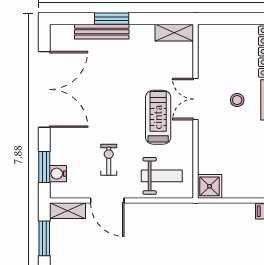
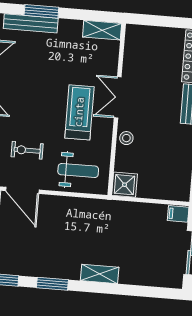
stool: (237, 100) -> (126, 138), moved
exercise bike: (109, 160) -> (27, 150), turned -90

